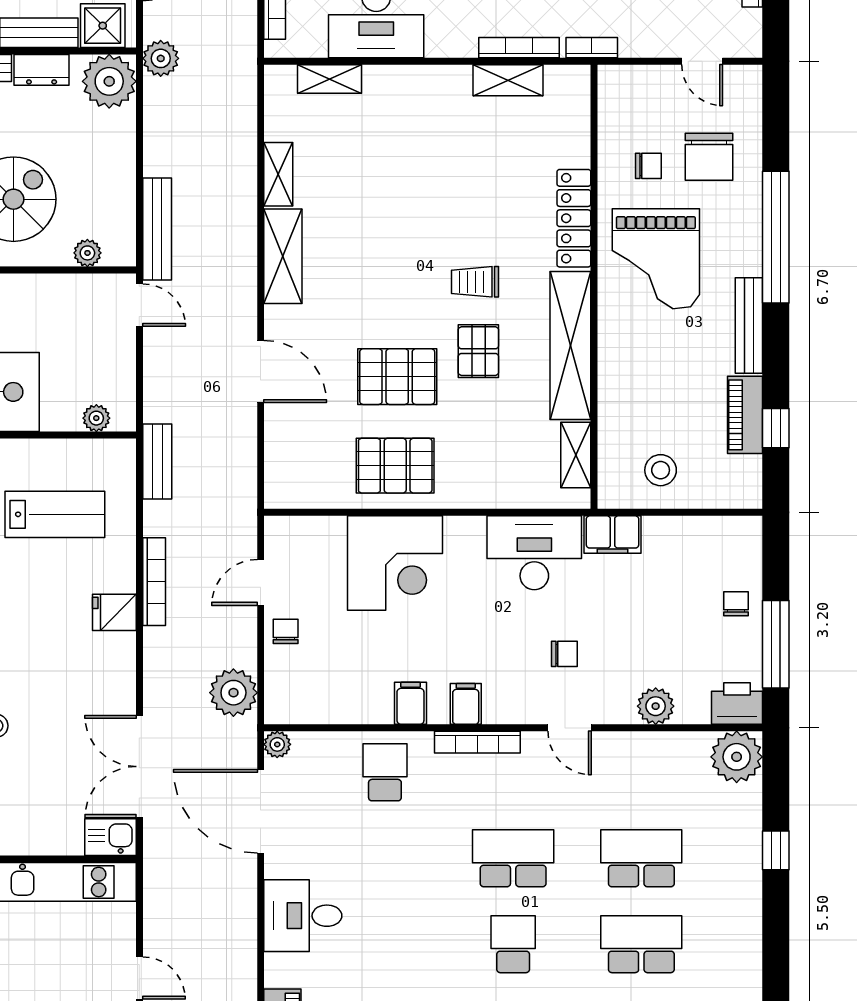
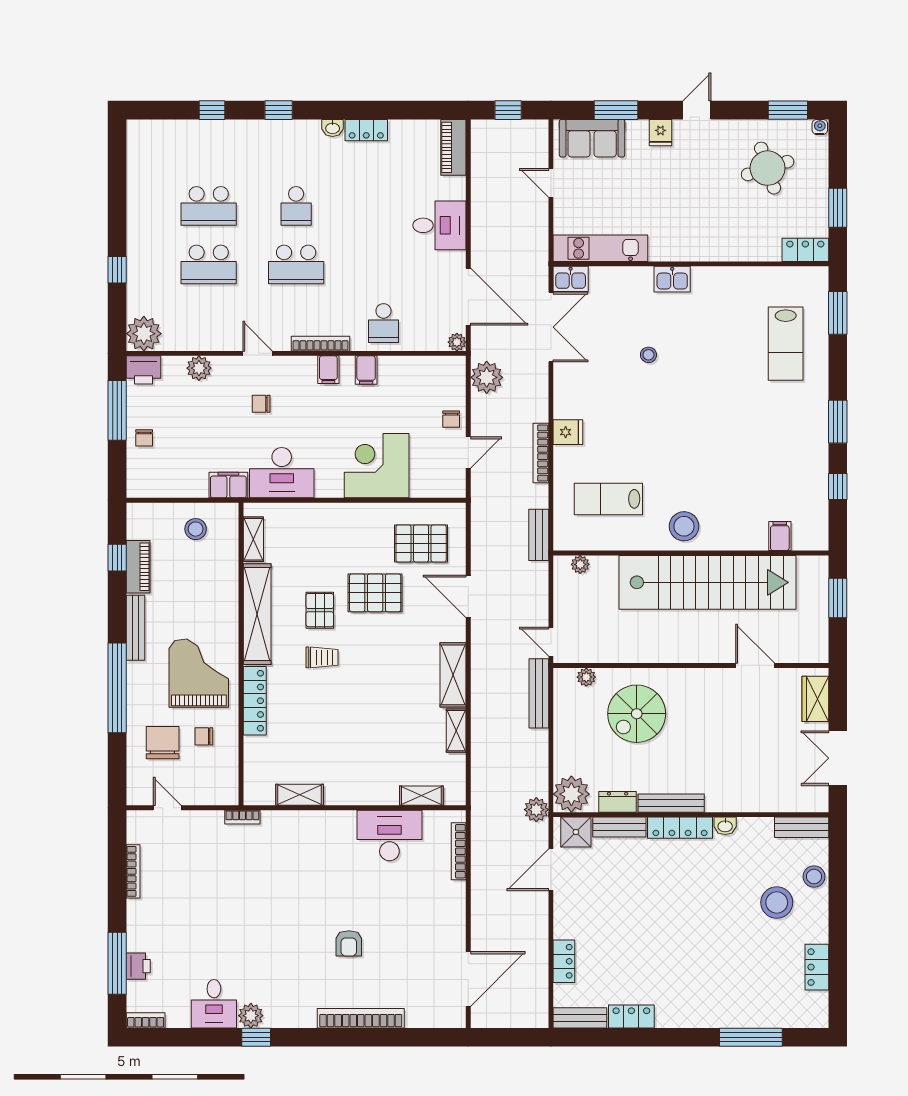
bookcase: (519, 48) -> (292, 817), removed
pallet: (395, 466) -> (421, 543), moved

